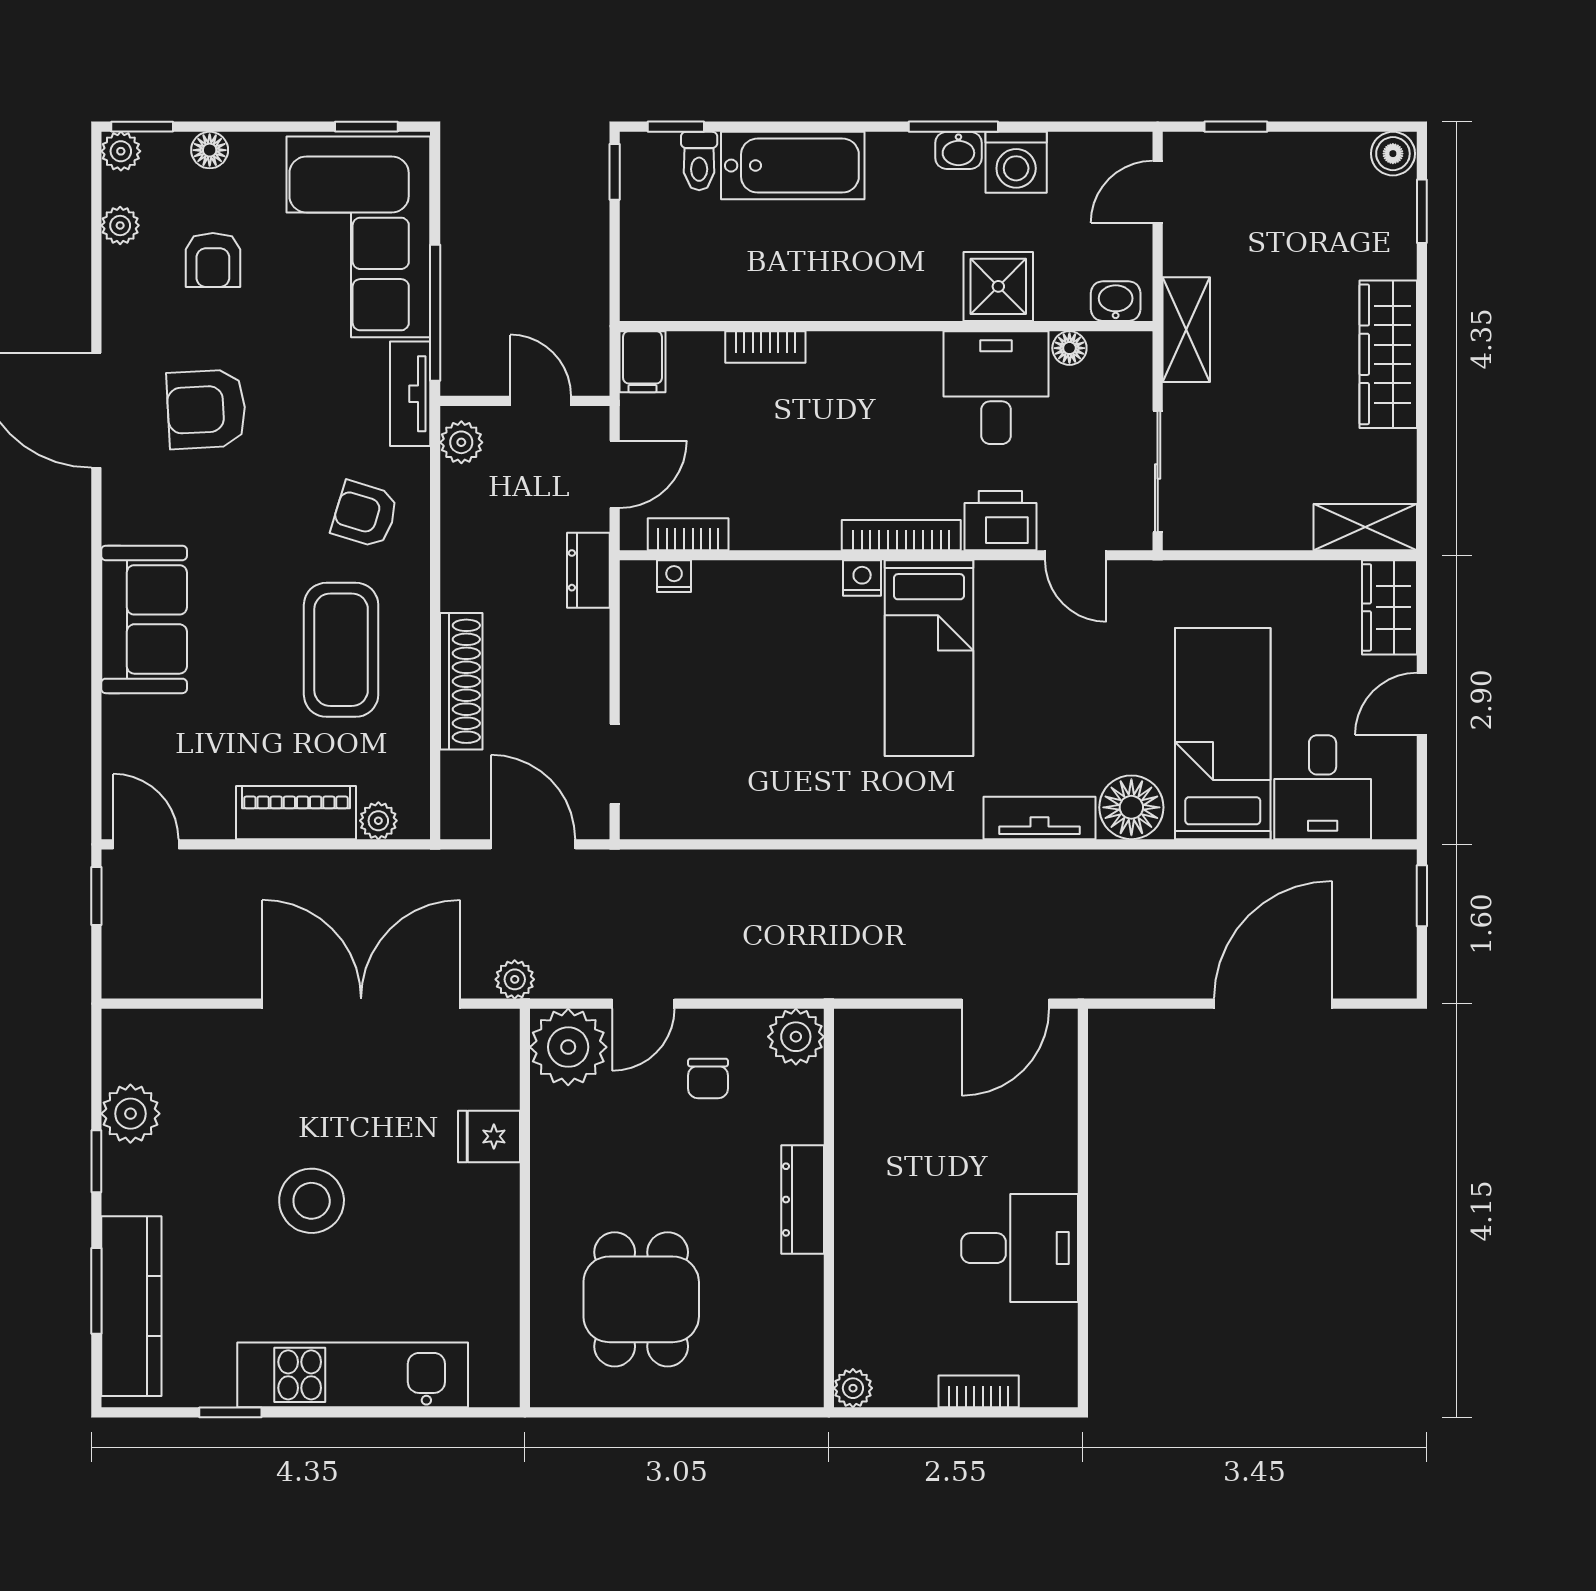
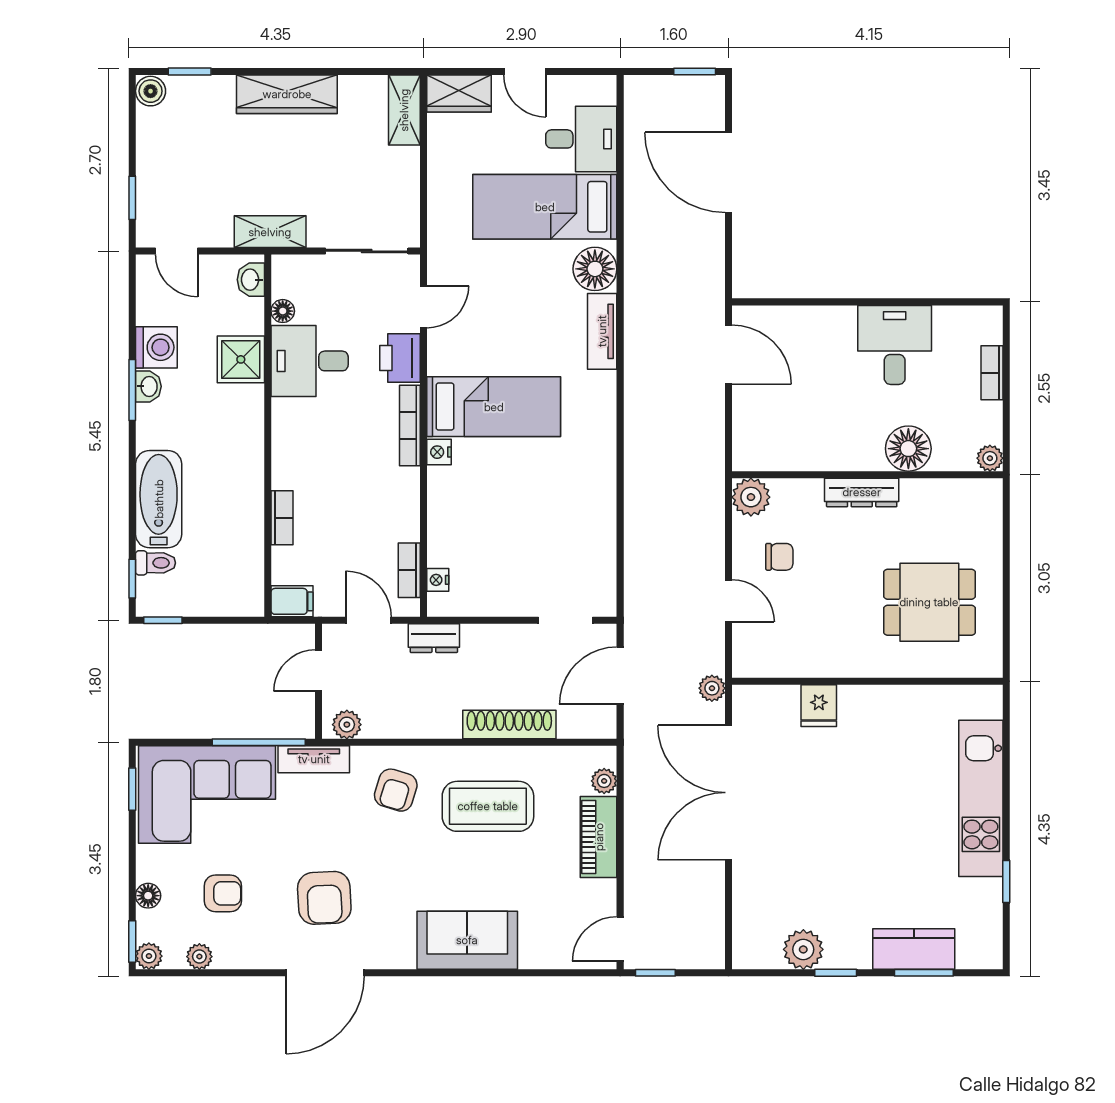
window: (1422, 896) -> (695, 71), moved
plant: (568, 1047) -> (758, 652), removed
stool: (312, 1201) -> (863, 826), removed
floor lamp: (867, 1268) -> (908, 449), added
kitchen counter: (131, 1306) -> (914, 949), width x0.67

